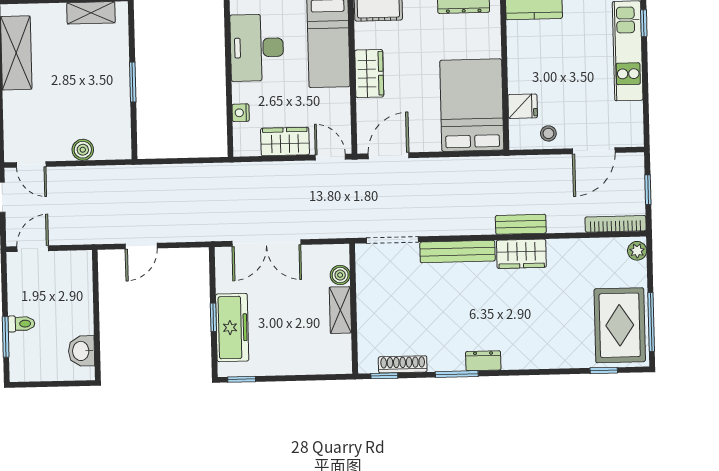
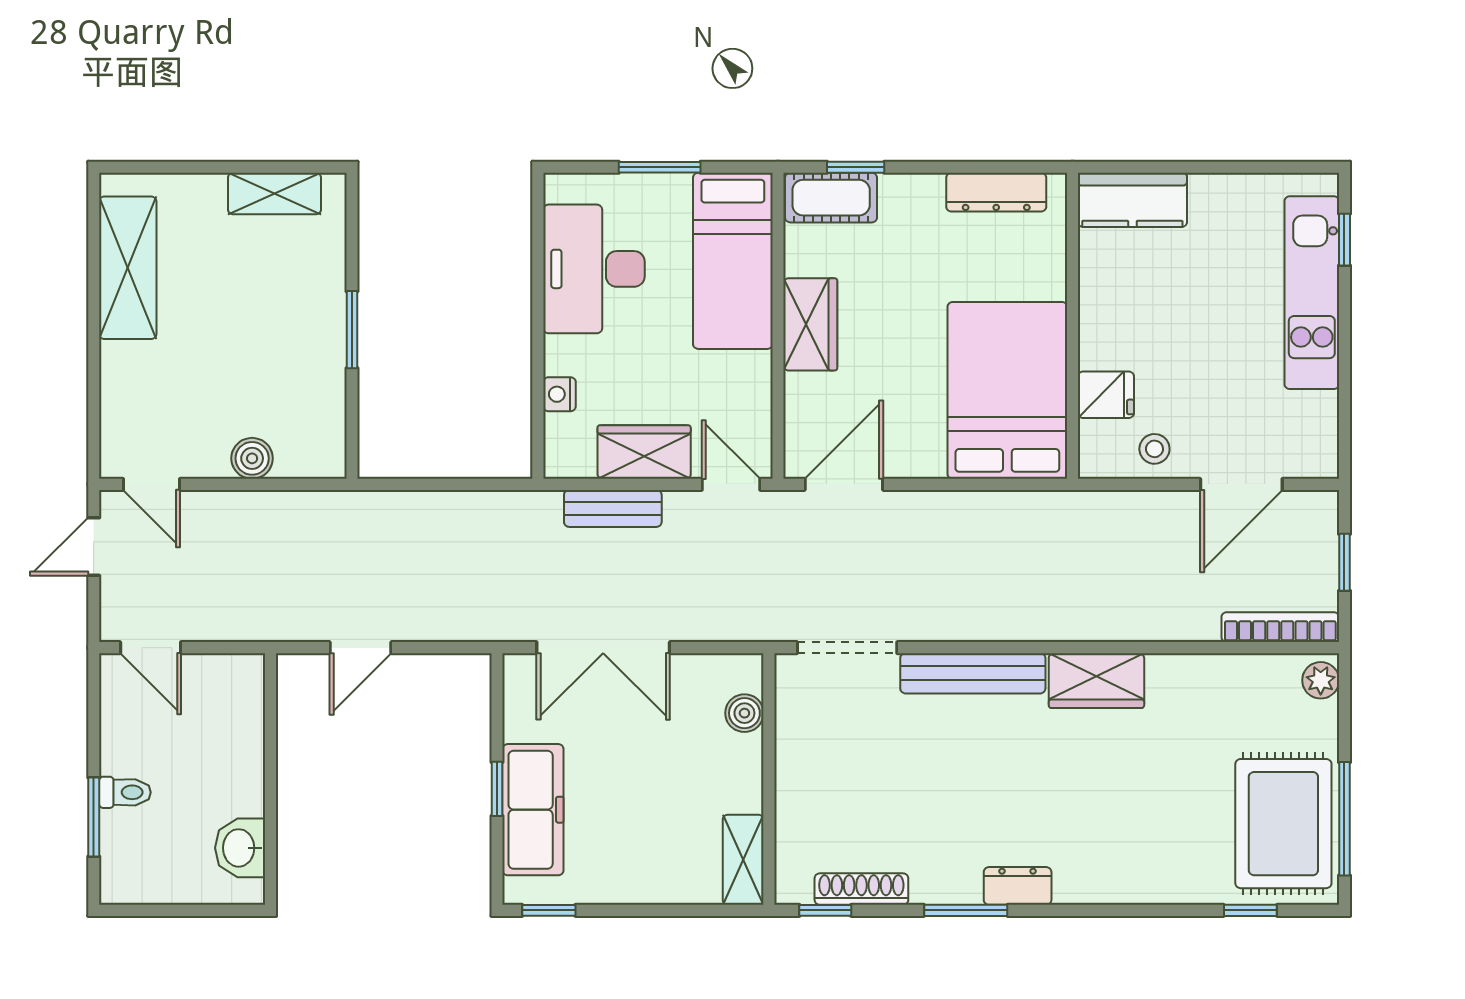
bench: (521, 224) -> (613, 508), moved
door: (33, 249) -> (151, 648), swing flipped
shelving: (340, 310) -> (743, 860), moved

